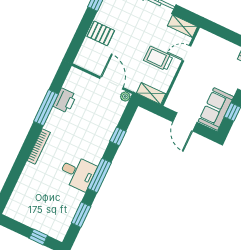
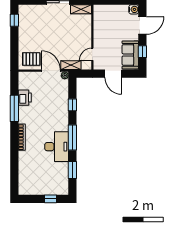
pallet: (101, 33) -> (31, 59), moved
door: (186, 53) -> (92, 54), moved
trolley: (158, 58) -> (75, 39), removed
shelving: (151, 93) -> (71, 65), moved
desk: (78, 173) -> (57, 147), width x1.37

